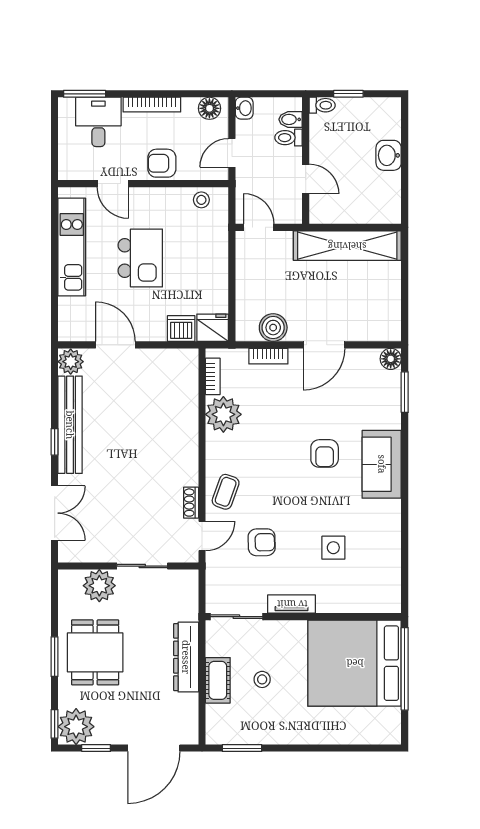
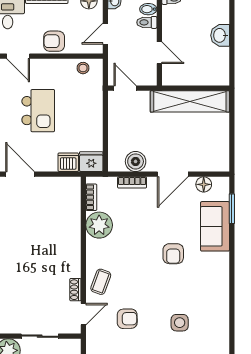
floor lamp: (391, 359) -> (204, 184), moved
sofa: (382, 464) -> (215, 226), moved

